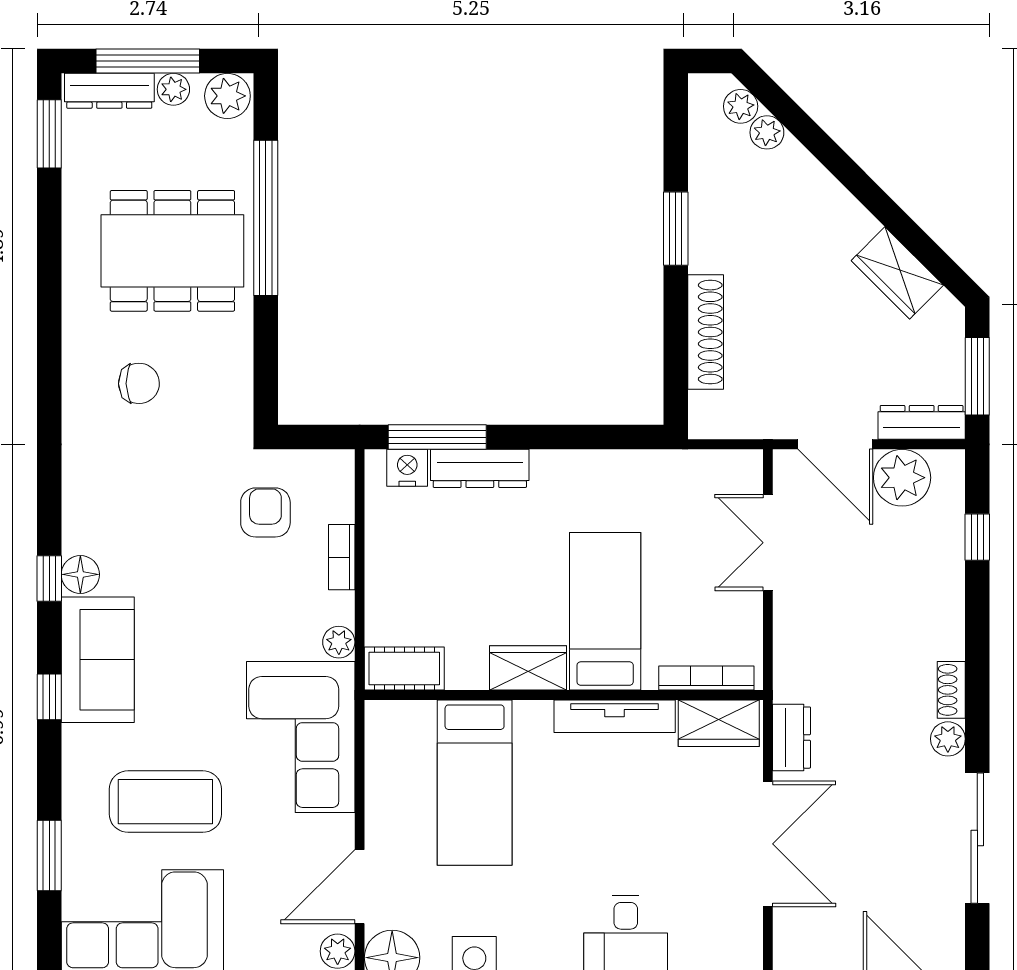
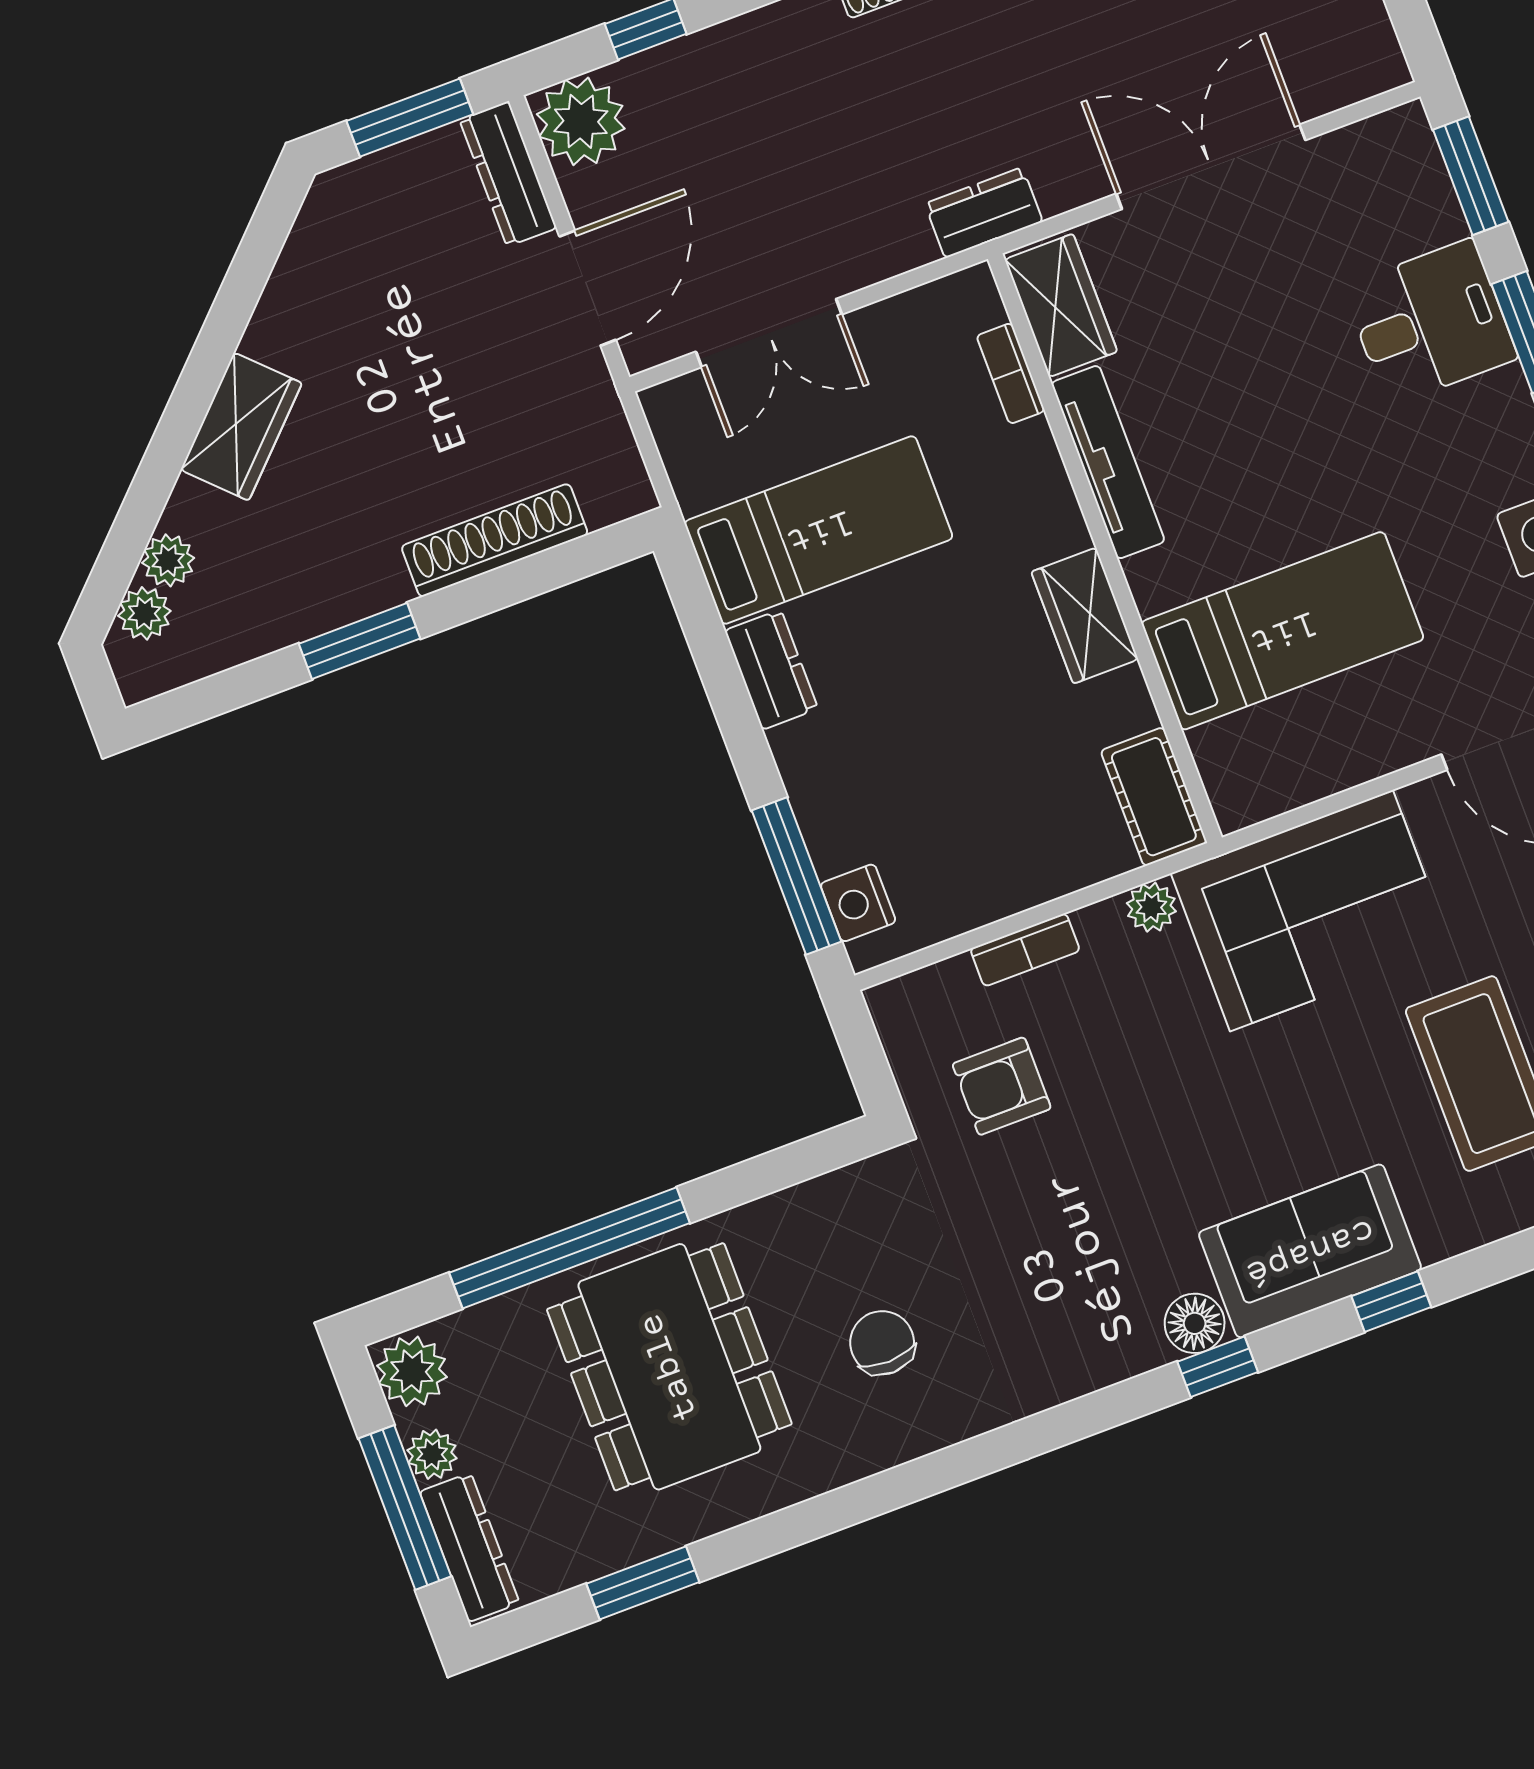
window: (49, 134) -> (643, 1583), moved
wardrobe: (897, 273) -> (241, 426), moved
dresser: (480, 468) -> (771, 670), moved, width x0.70
plant: (902, 478) -> (581, 121), moved
bed: (605, 611) -> (819, 530), moved, turned 180
bookcase: (706, 678) -> (1011, 373), width x0.64
dresser: (792, 738) -> (984, 213), moved

